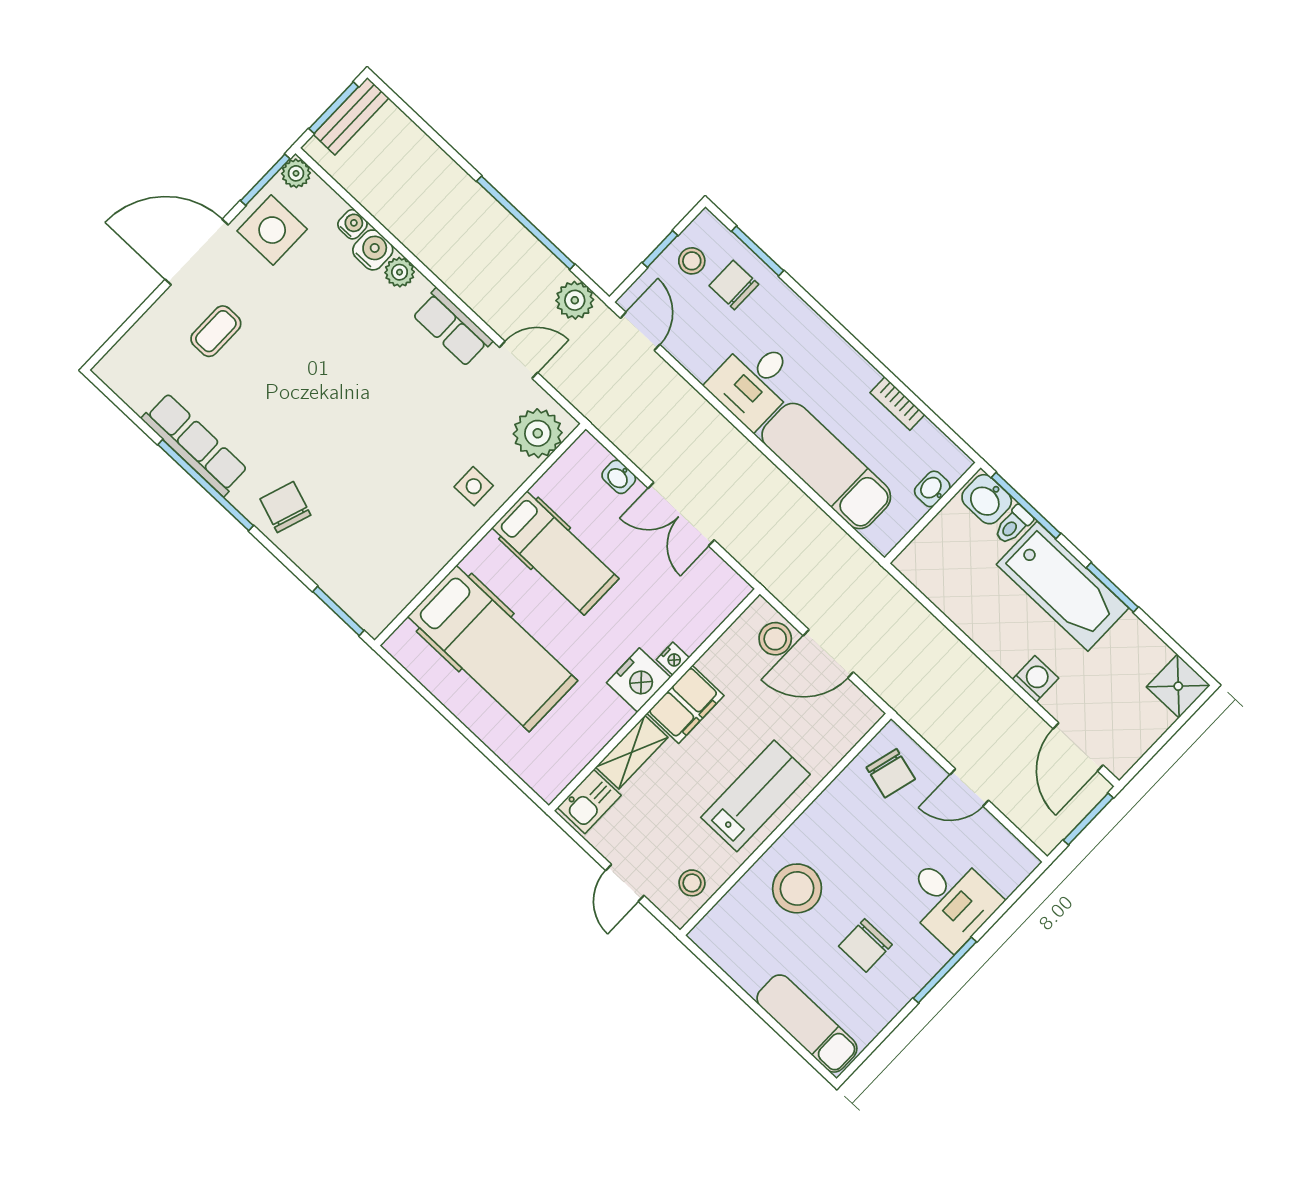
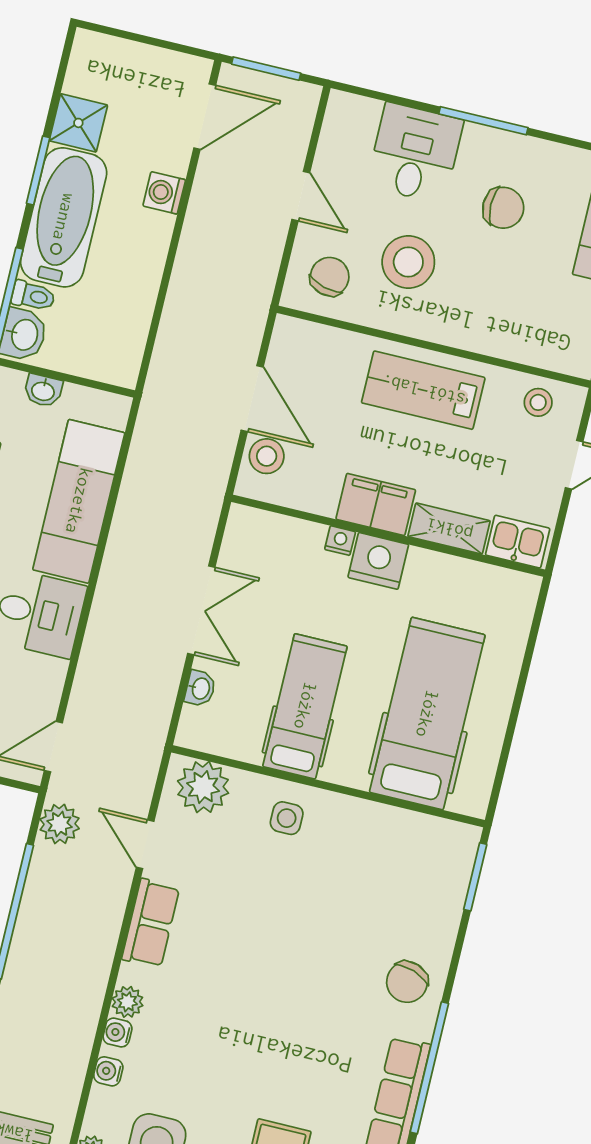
water cooler: (373, 250) -> (117, 1033), width x0.72, depth x0.72
shower: (1178, 686) -> (78, 123), moved
stool: (797, 888) -> (408, 262), moved

